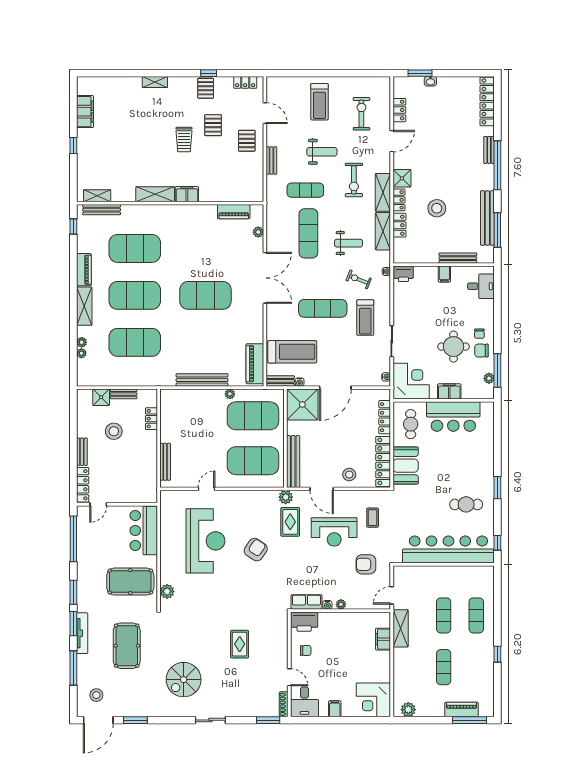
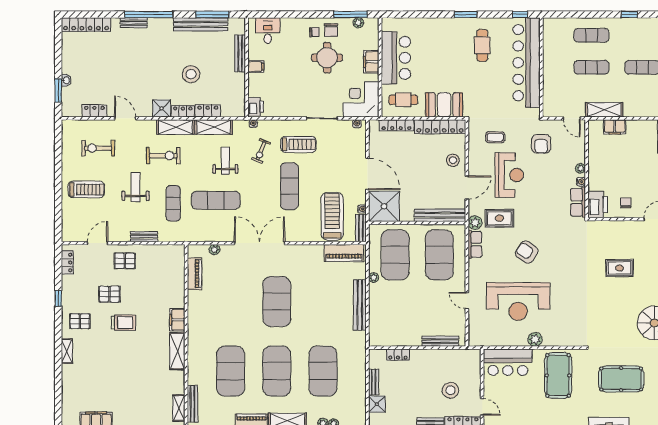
pallet: (206, 88) -> (80, 321), moved
stool: (114, 431) -> (450, 390), moved
row of seats: (264, 497) -> (475, 244), added
reception desk: (206, 541) -> (518, 301), turned 180
plant: (167, 591) -> (535, 339), moved

